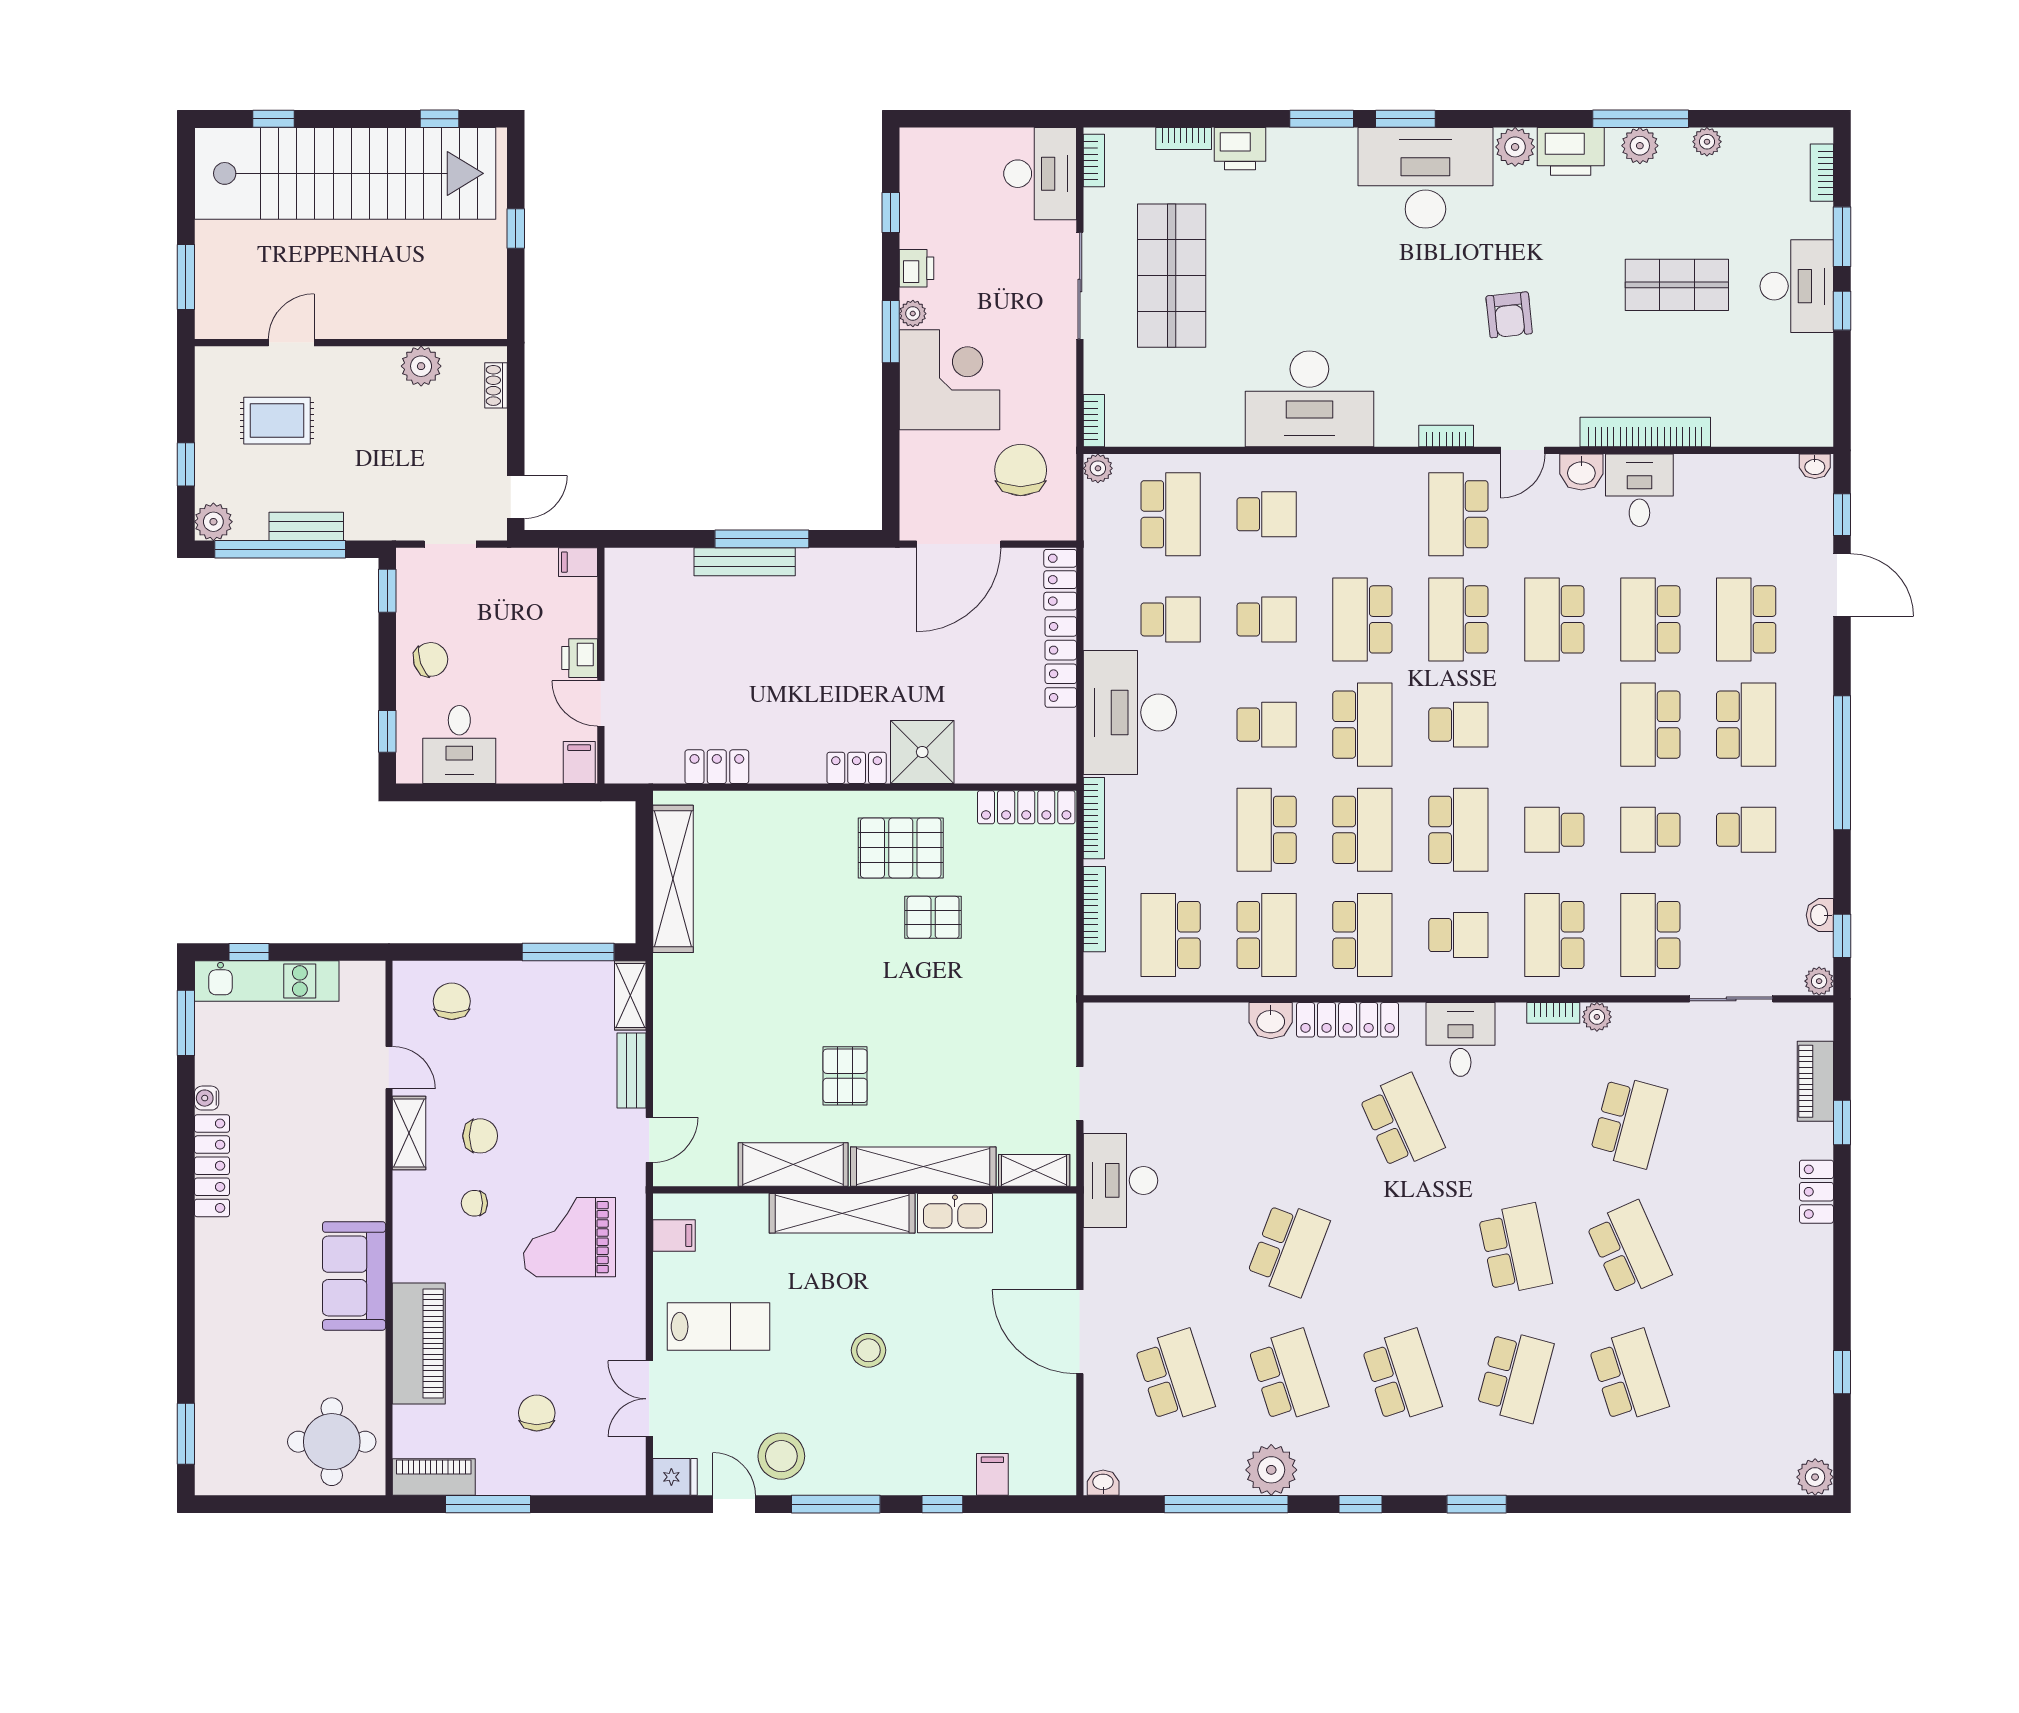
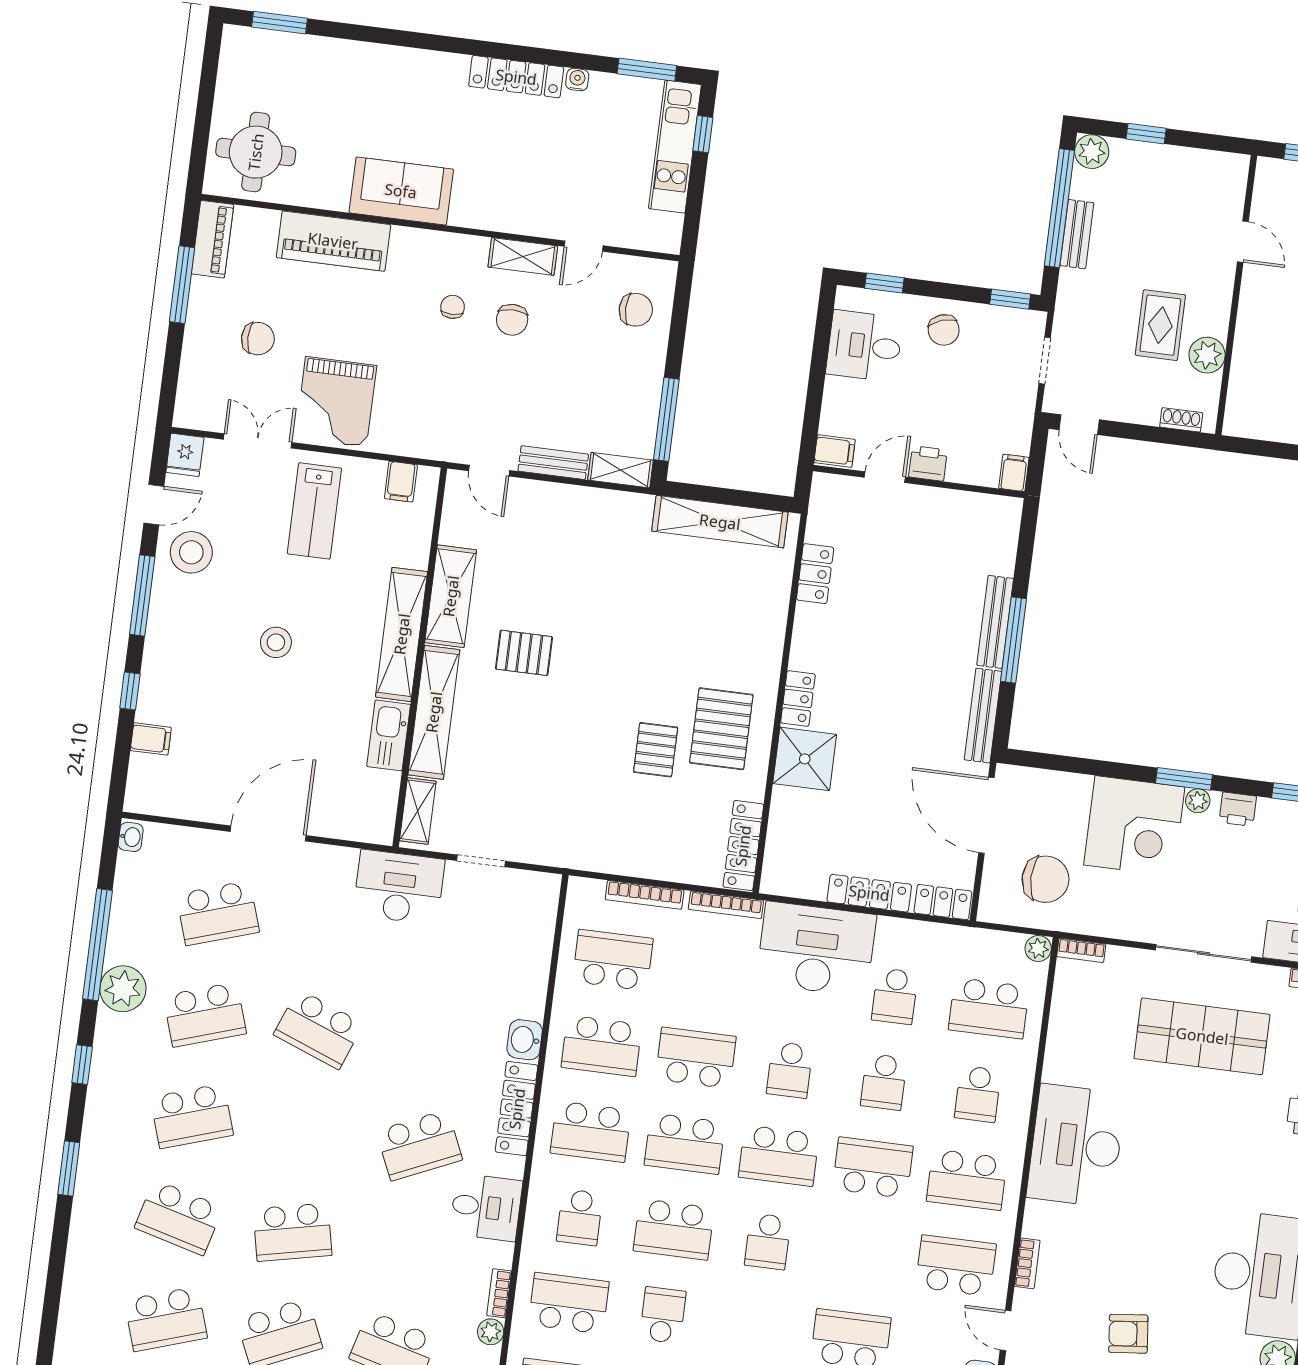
rug: (277, 421) -> (1160, 325), moved
bench: (849, 562) -> (983, 716), added
school desk: (1458, 619) -> (967, 1180), moved, turned 180
grand piano: (570, 1237) -> (336, 402), moved, turned 180

